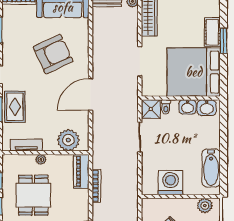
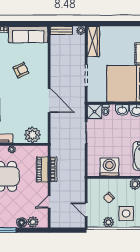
armchair: (53, 54) -> (21, 70), width x0.53, depth x0.53
door: (91, 95) -> (49, 101), swing flipped
piano: (81, 171) -> (42, 169), moved

